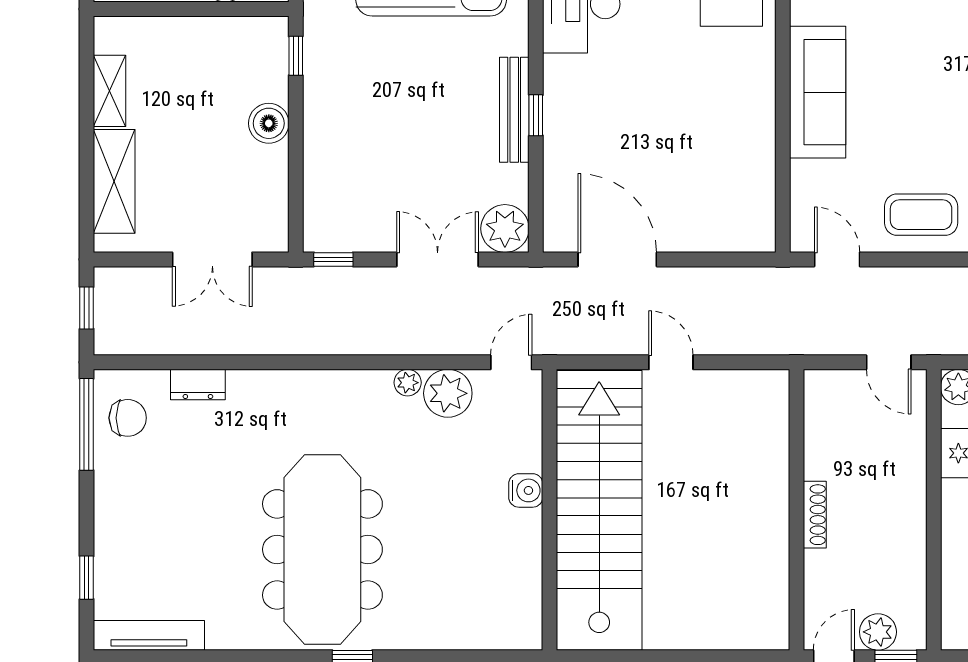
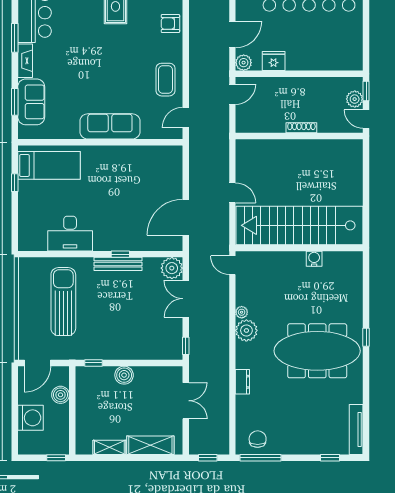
door: (671, 362) -> (232, 193), swing flipped
dresser: (198, 385) -> (242, 382), moved
plant: (448, 393) -> (246, 330), moved
water cooler: (526, 490) -> (314, 259), moved

